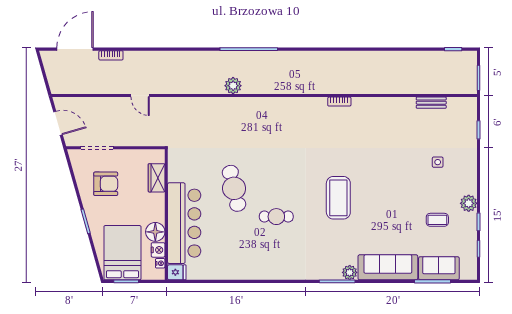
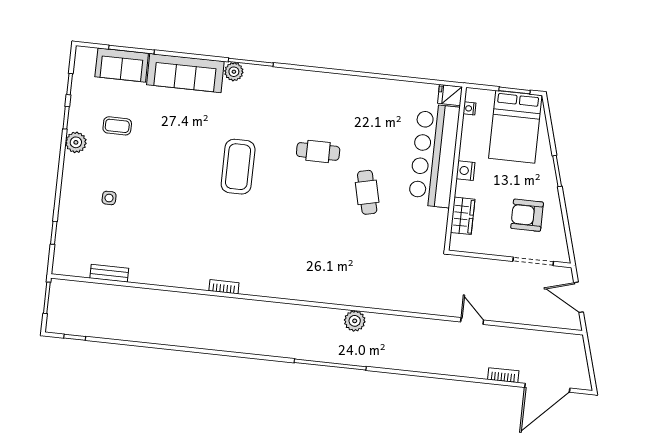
cafe table: (234, 188) -> (367, 192), width x0.73, depth x0.74
floor lamp: (155, 232) -> (471, 148), removed
nightstand: (158, 250) -> (466, 171), moved

